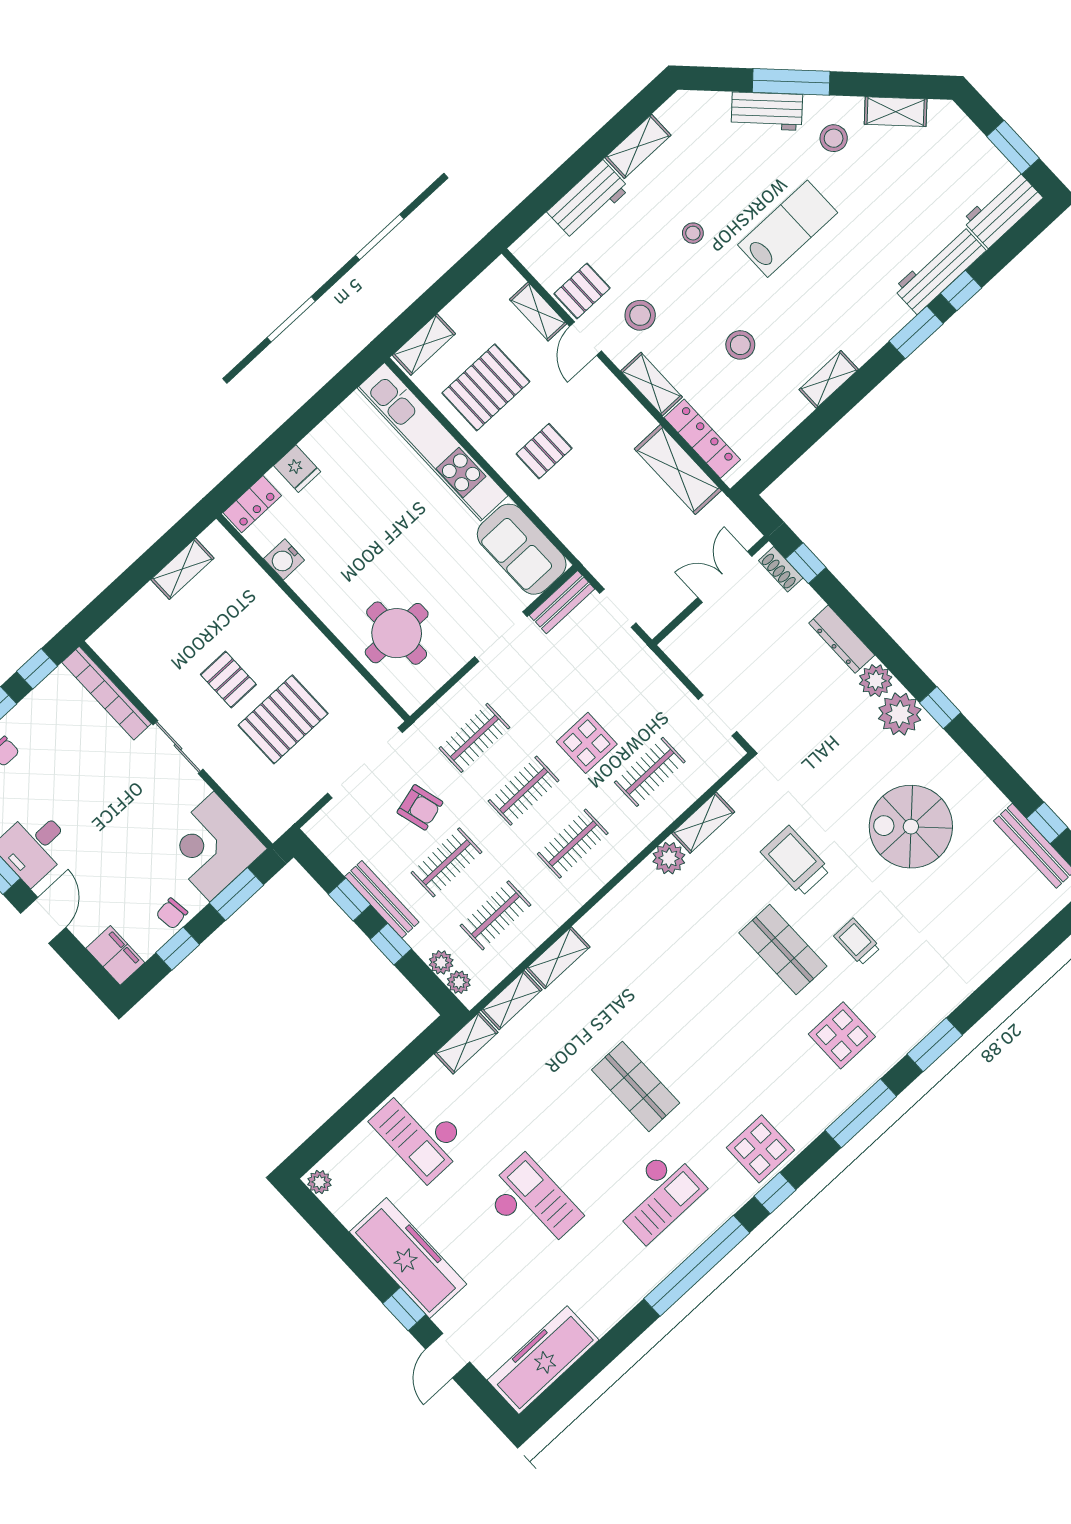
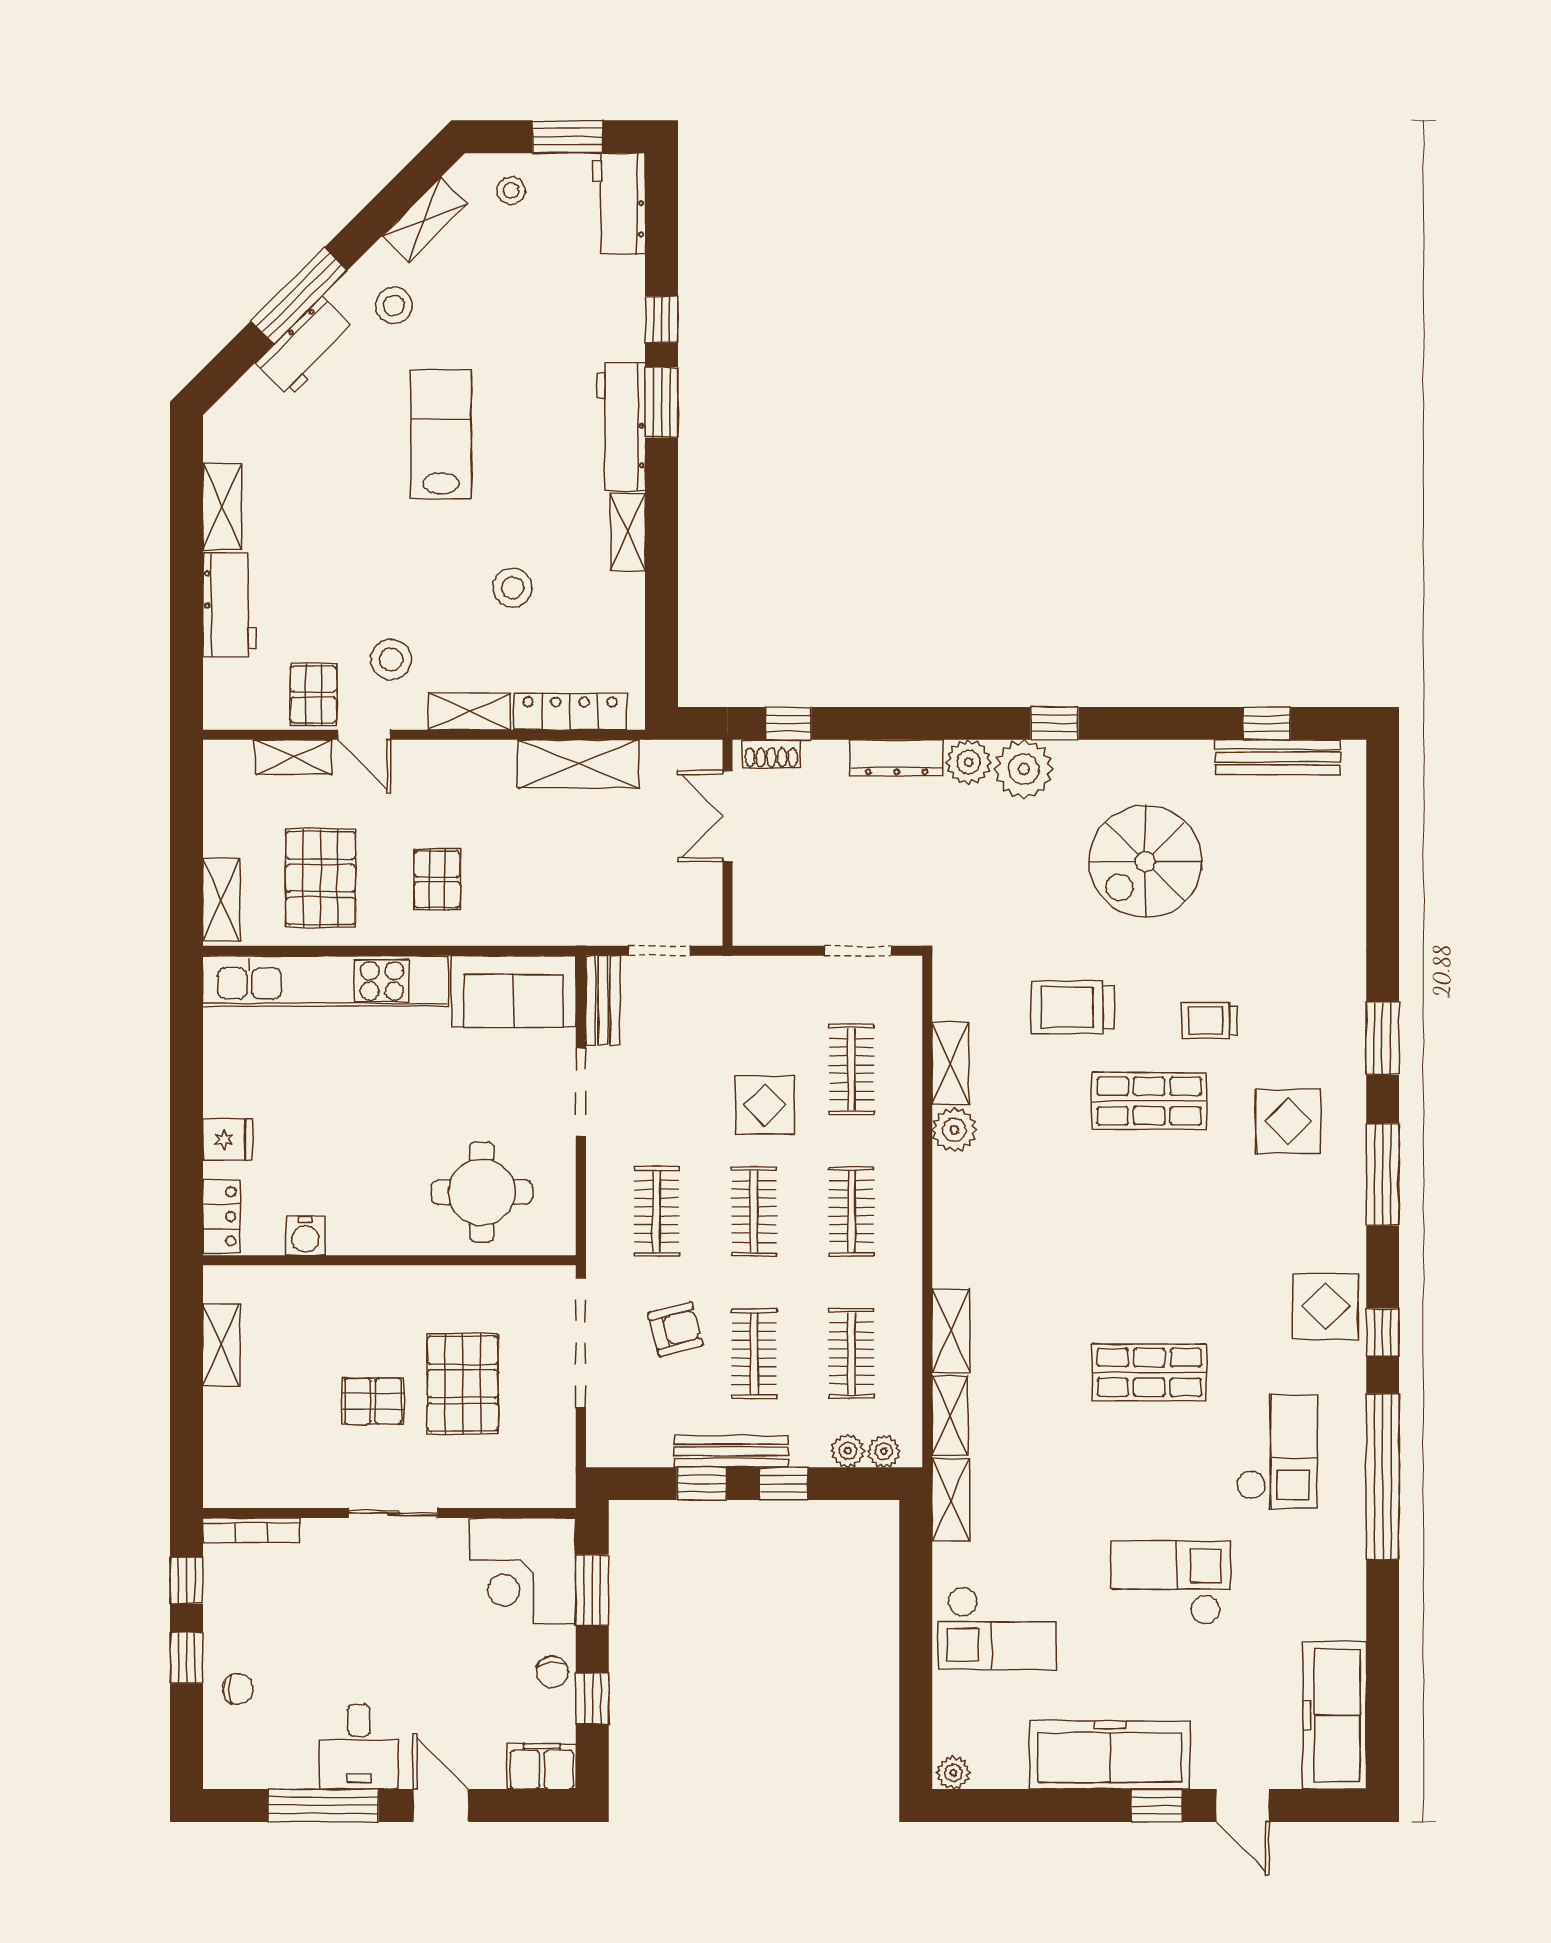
stool: (693, 233) -> (511, 190), moved
workbench: (940, 270) -> (621, 426), moved
bookcase: (106, 693) -> (251, 1530), width x0.68, depth x0.76

